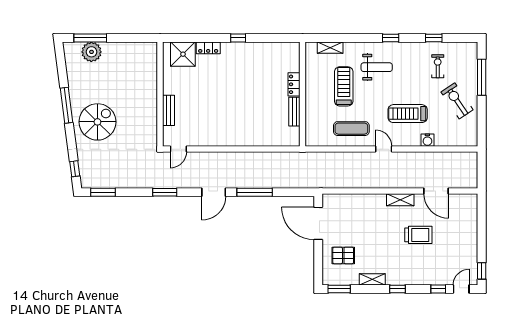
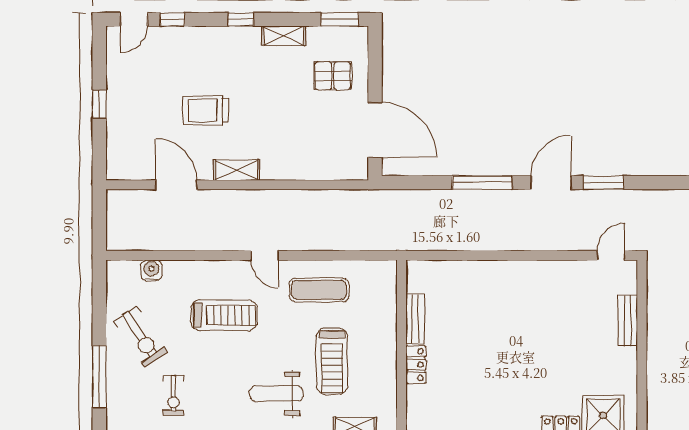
water cooler: (427, 140) -> (151, 270), moved
window: (165, 192) -> (604, 183), moved
window: (482, 271) -> (99, 104), moved

